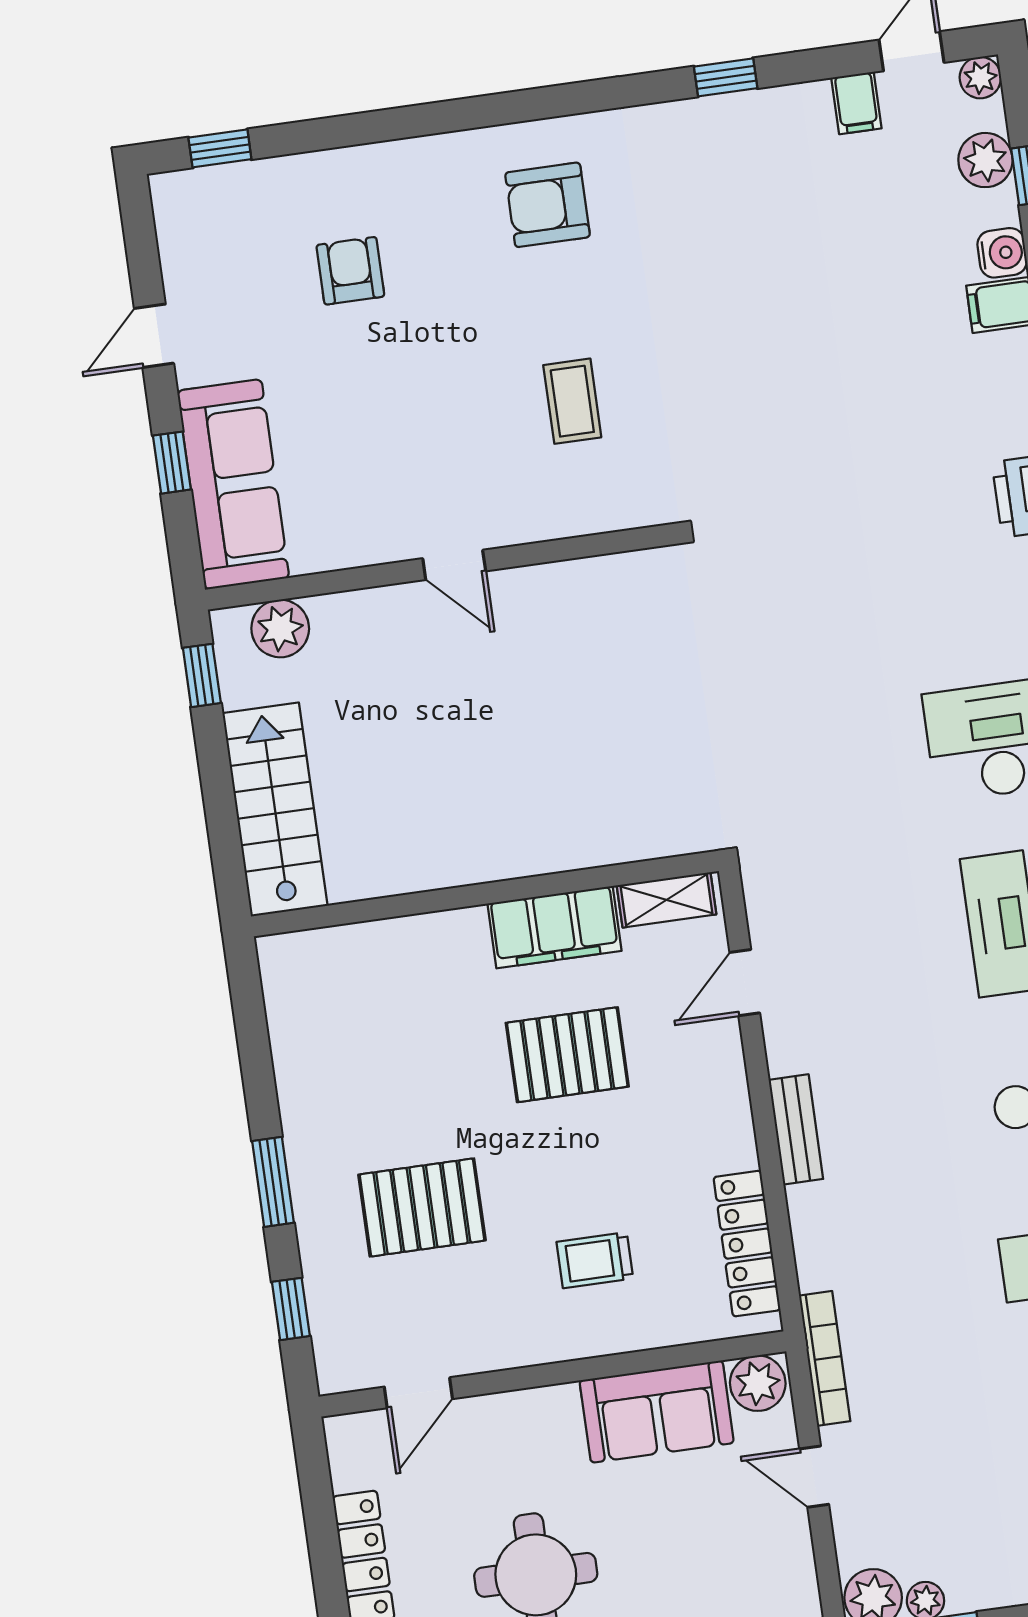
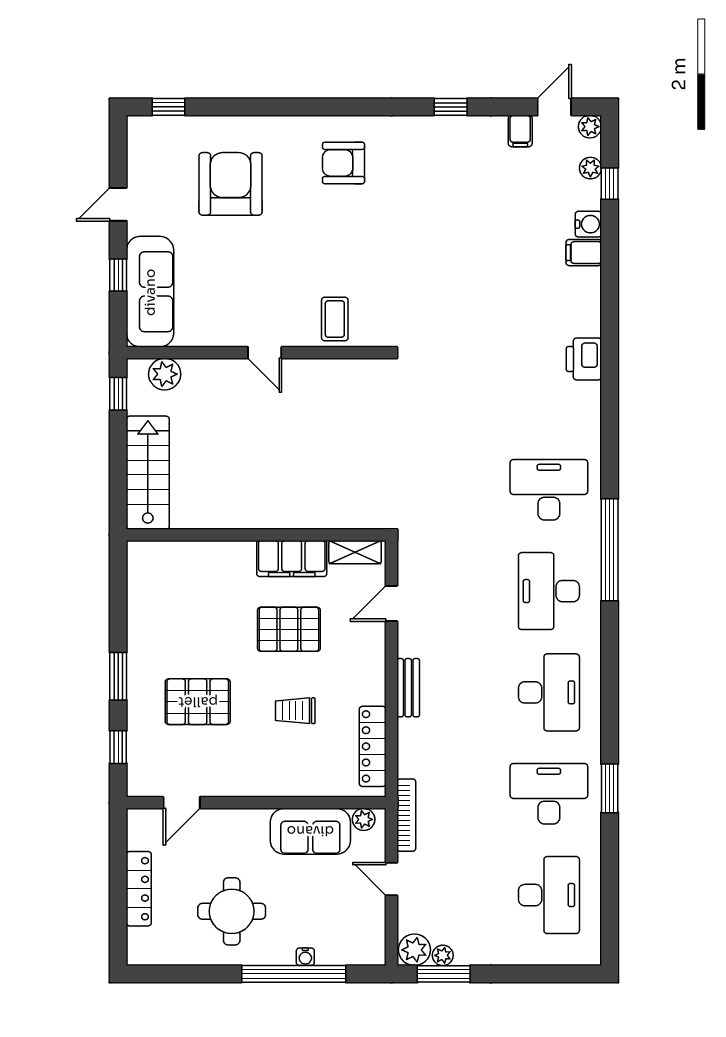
plant: (985, 160) -> (590, 168), width x0.73, depth x0.73
armchair: (350, 271) -> (231, 184), width x1.88, depth x1.88
coffee table: (572, 401) -> (335, 319), moved
trolley: (595, 1260) -> (295, 711), moved
plant: (758, 1383) -> (364, 819), width x0.73, depth x0.73

